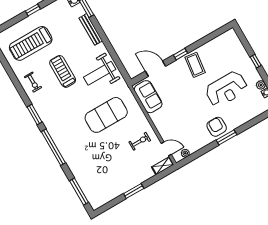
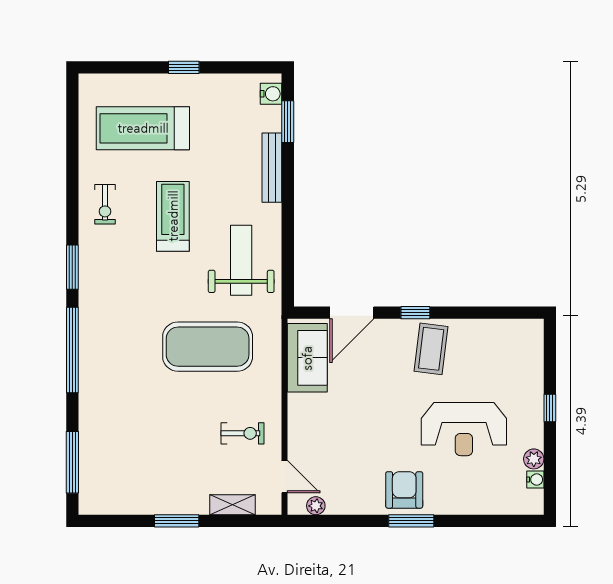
door: (155, 69) -> (352, 313), swing flipped
weight bench: (100, 73) -> (241, 260), turned 90
shelving: (163, 166) -> (232, 505), moved

